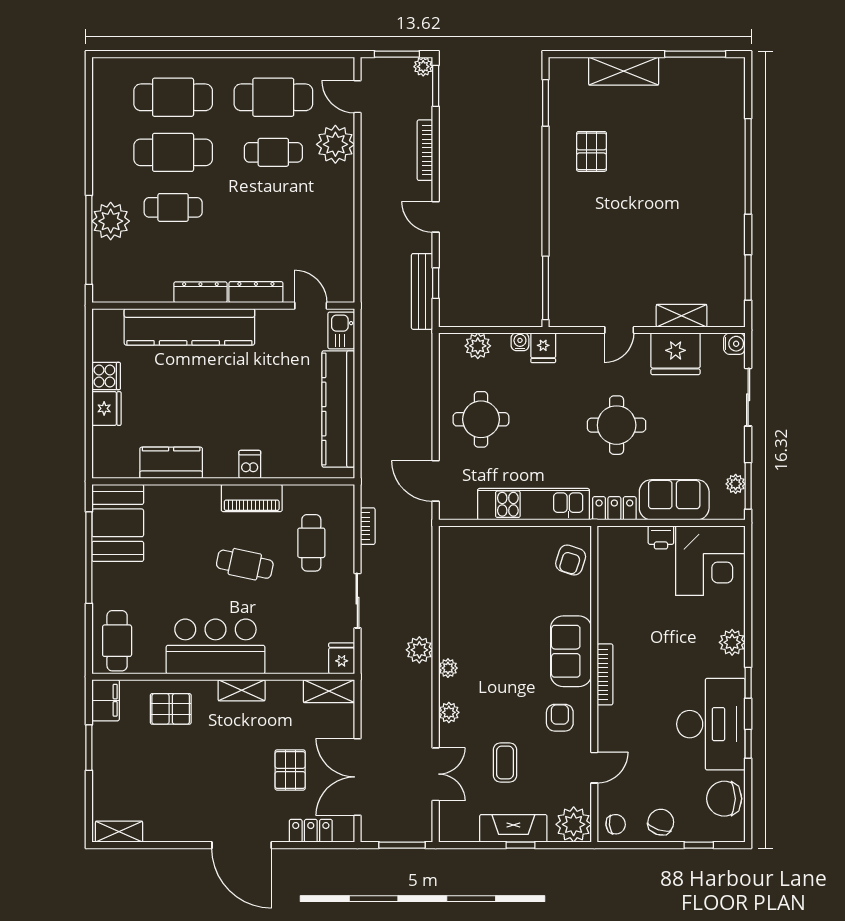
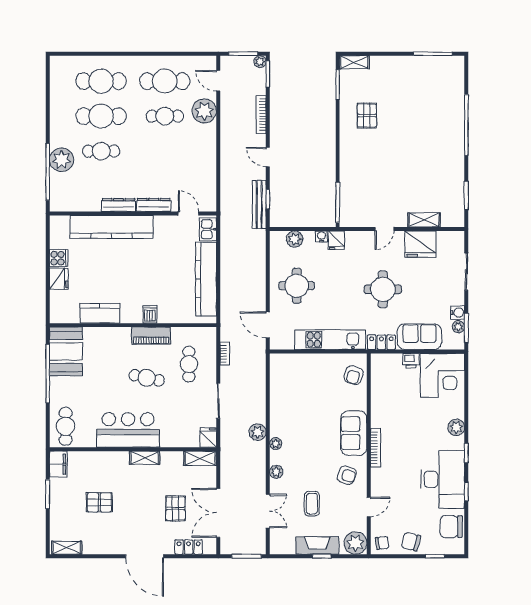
shelving: (624, 71) -> (354, 62), moved, width x0.67, depth x0.75
water cooler: (734, 344) -> (458, 312), moved
pallet: (171, 709) -> (99, 502), moved
armchair: (560, 718) -> (347, 475), turned 109
chair: (661, 822) -> (411, 542), turned -93

